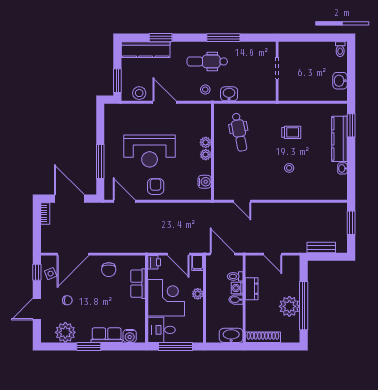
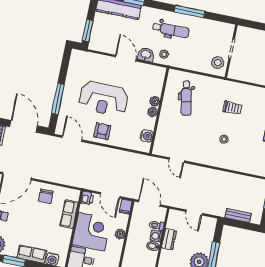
dental chair: (207, 61) -> (171, 30), turned 180
stool: (139, 93) -> (218, 63), moved
washbasin: (229, 94) -> (146, 55), moved

